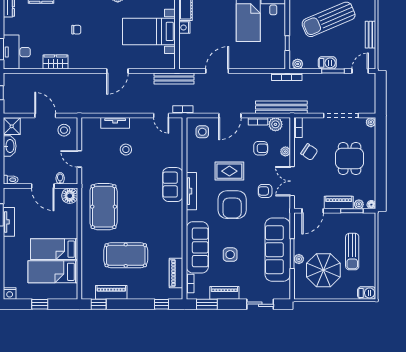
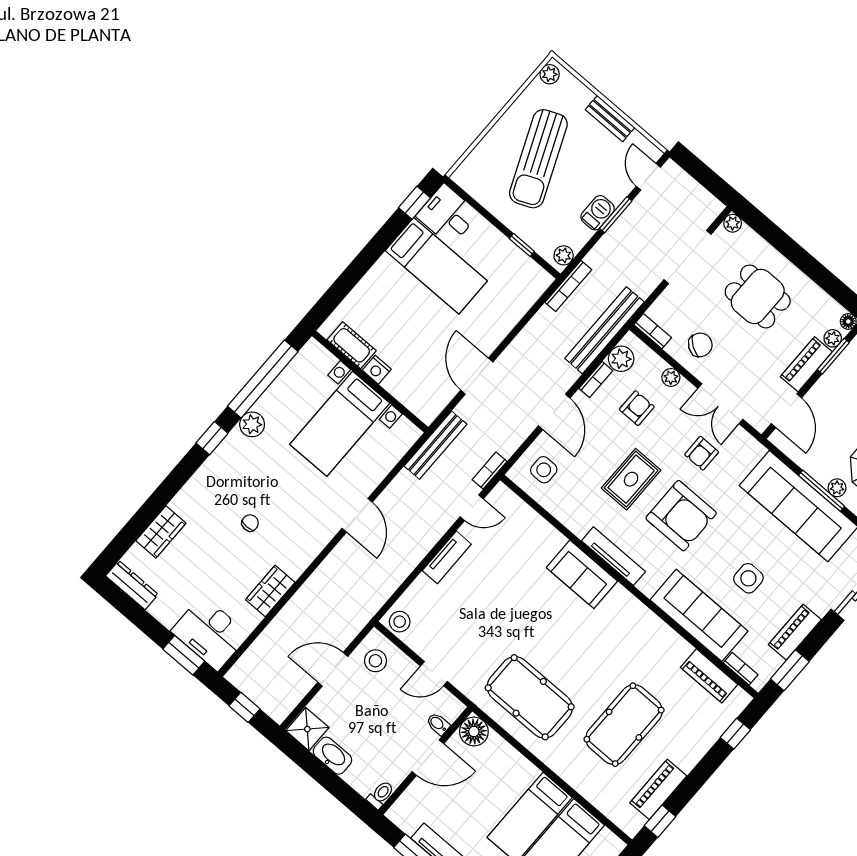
tv unit: (115, 123) -> (447, 557), moved
stool: (126, 150) -> (400, 622), moved

